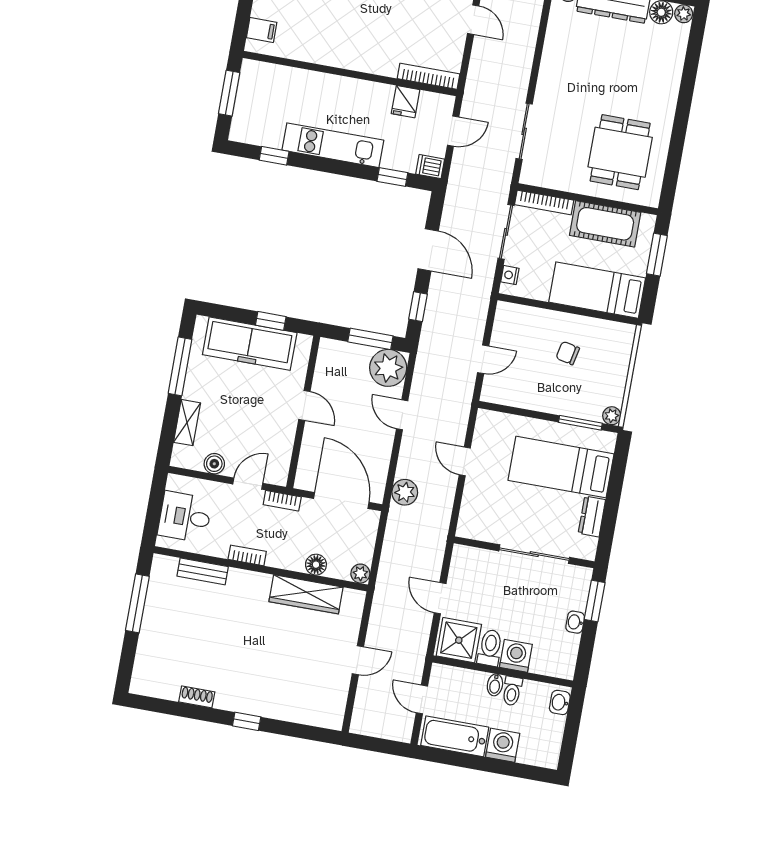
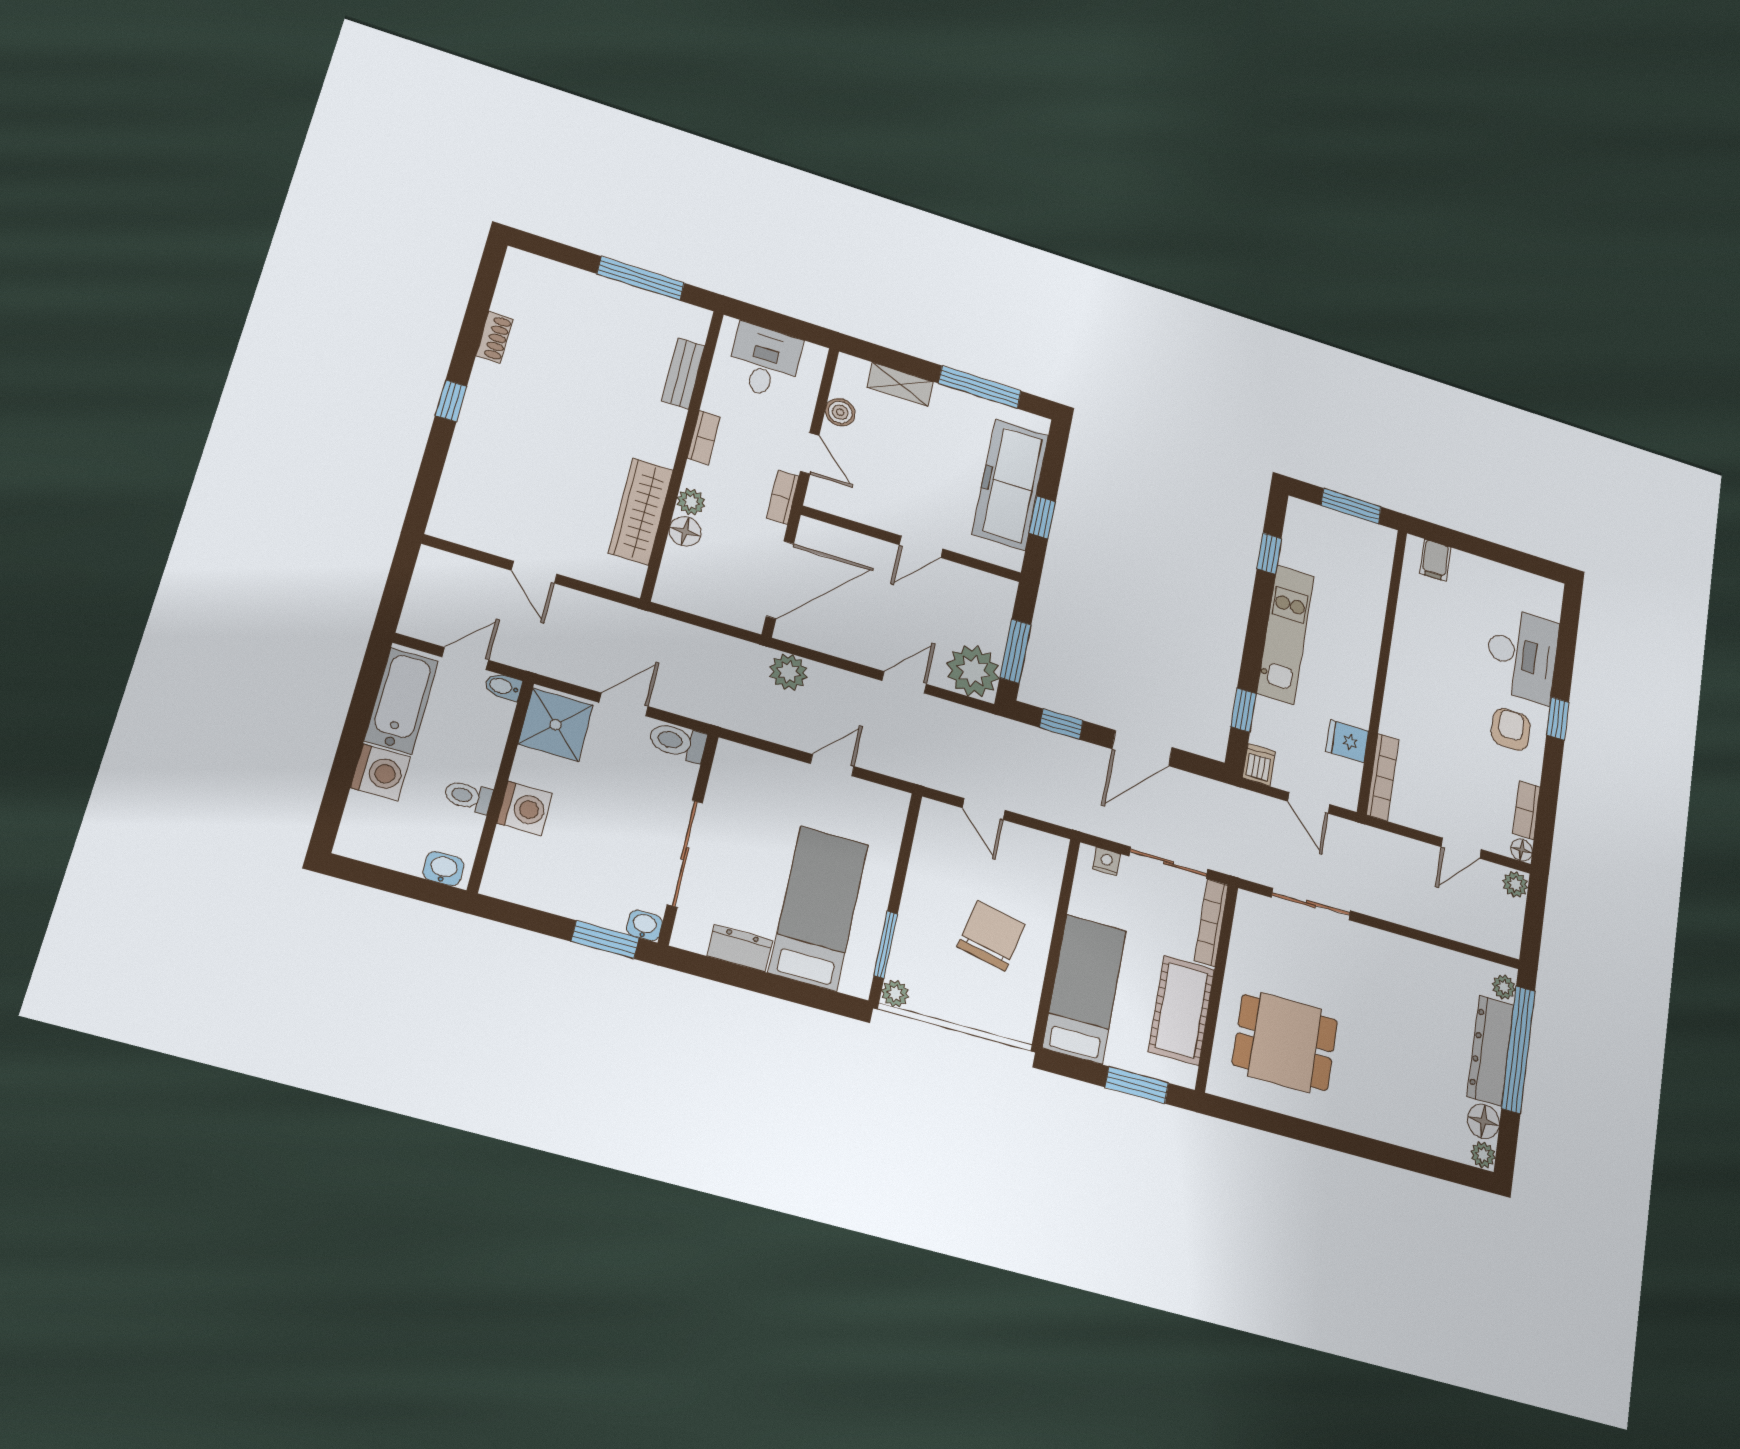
chair: (568, 353) -> (991, 936), width x1.87, depth x1.87
plant: (360, 574) -> (691, 502), moved
washbasin: (575, 622) -> (644, 925), moved
toilet: (490, 648) -> (678, 742), moved, turned 180
bidet: (495, 685) -> (503, 686), moved

